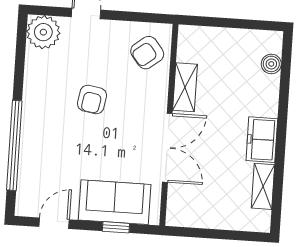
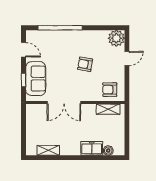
armchair: (147, 53) -> (110, 90), turned -52
shelving: (185, 87) -> (108, 109), moved
freezer: (262, 140) -> (92, 148), moved

